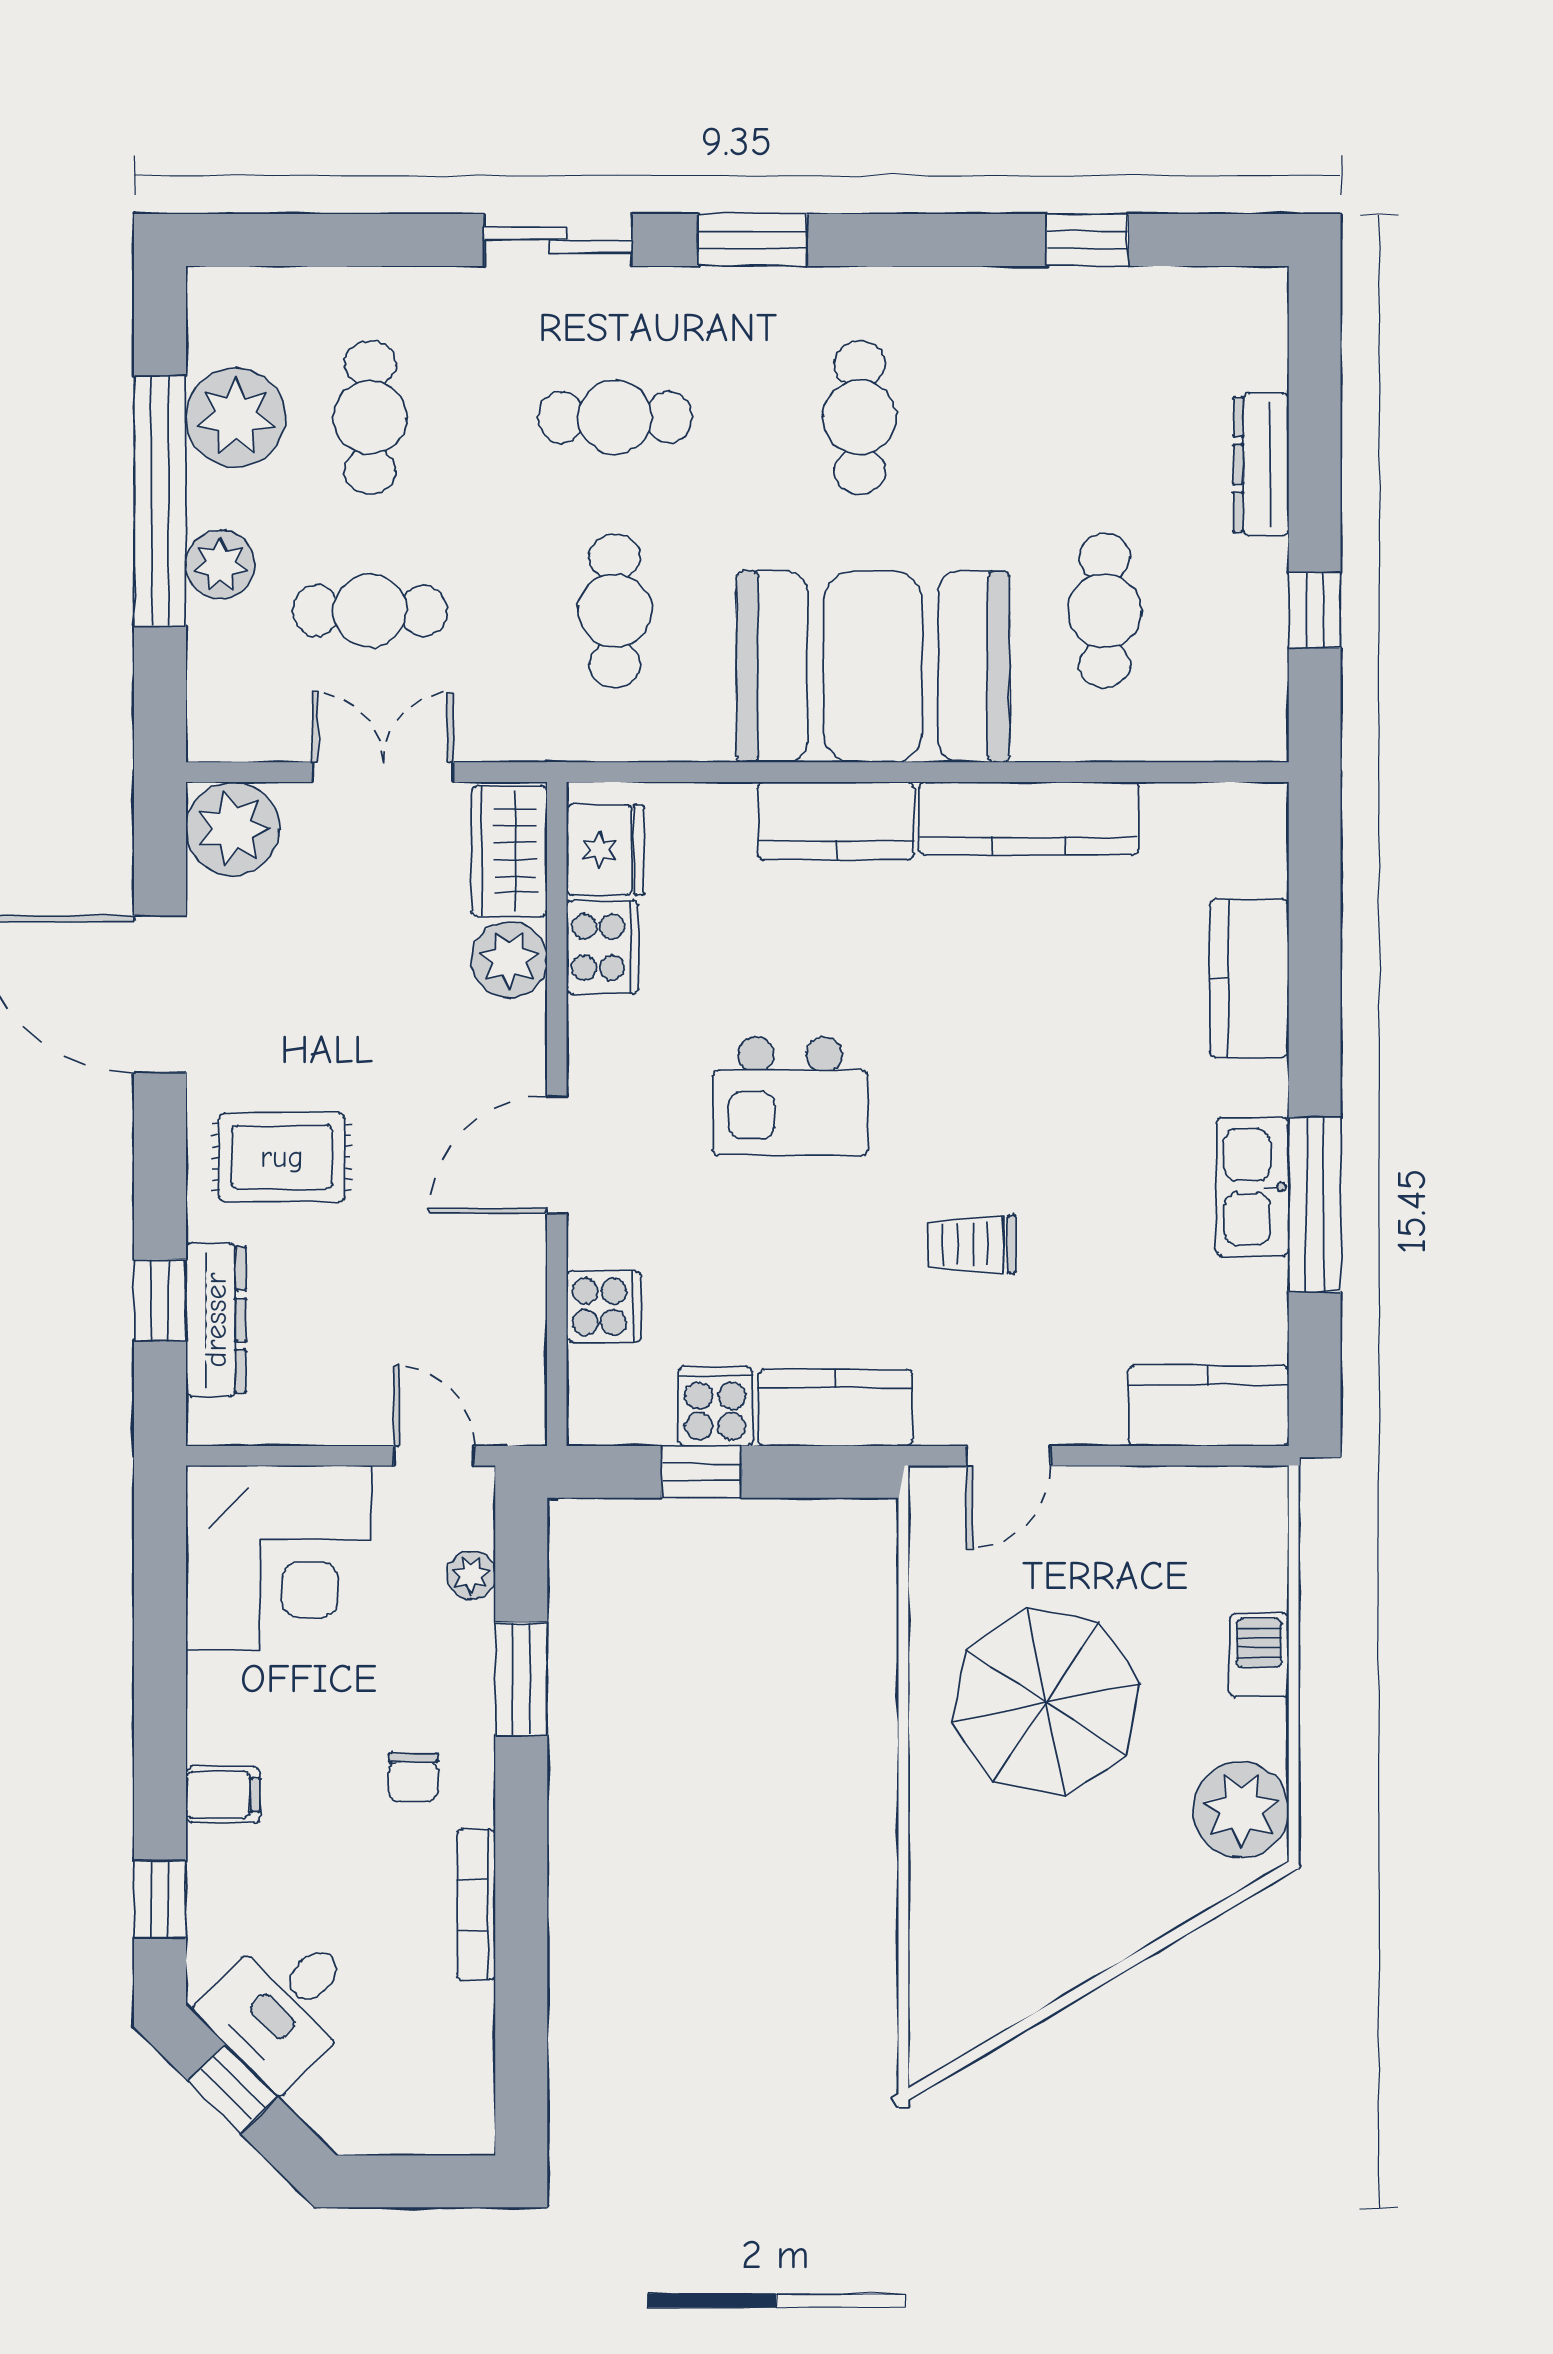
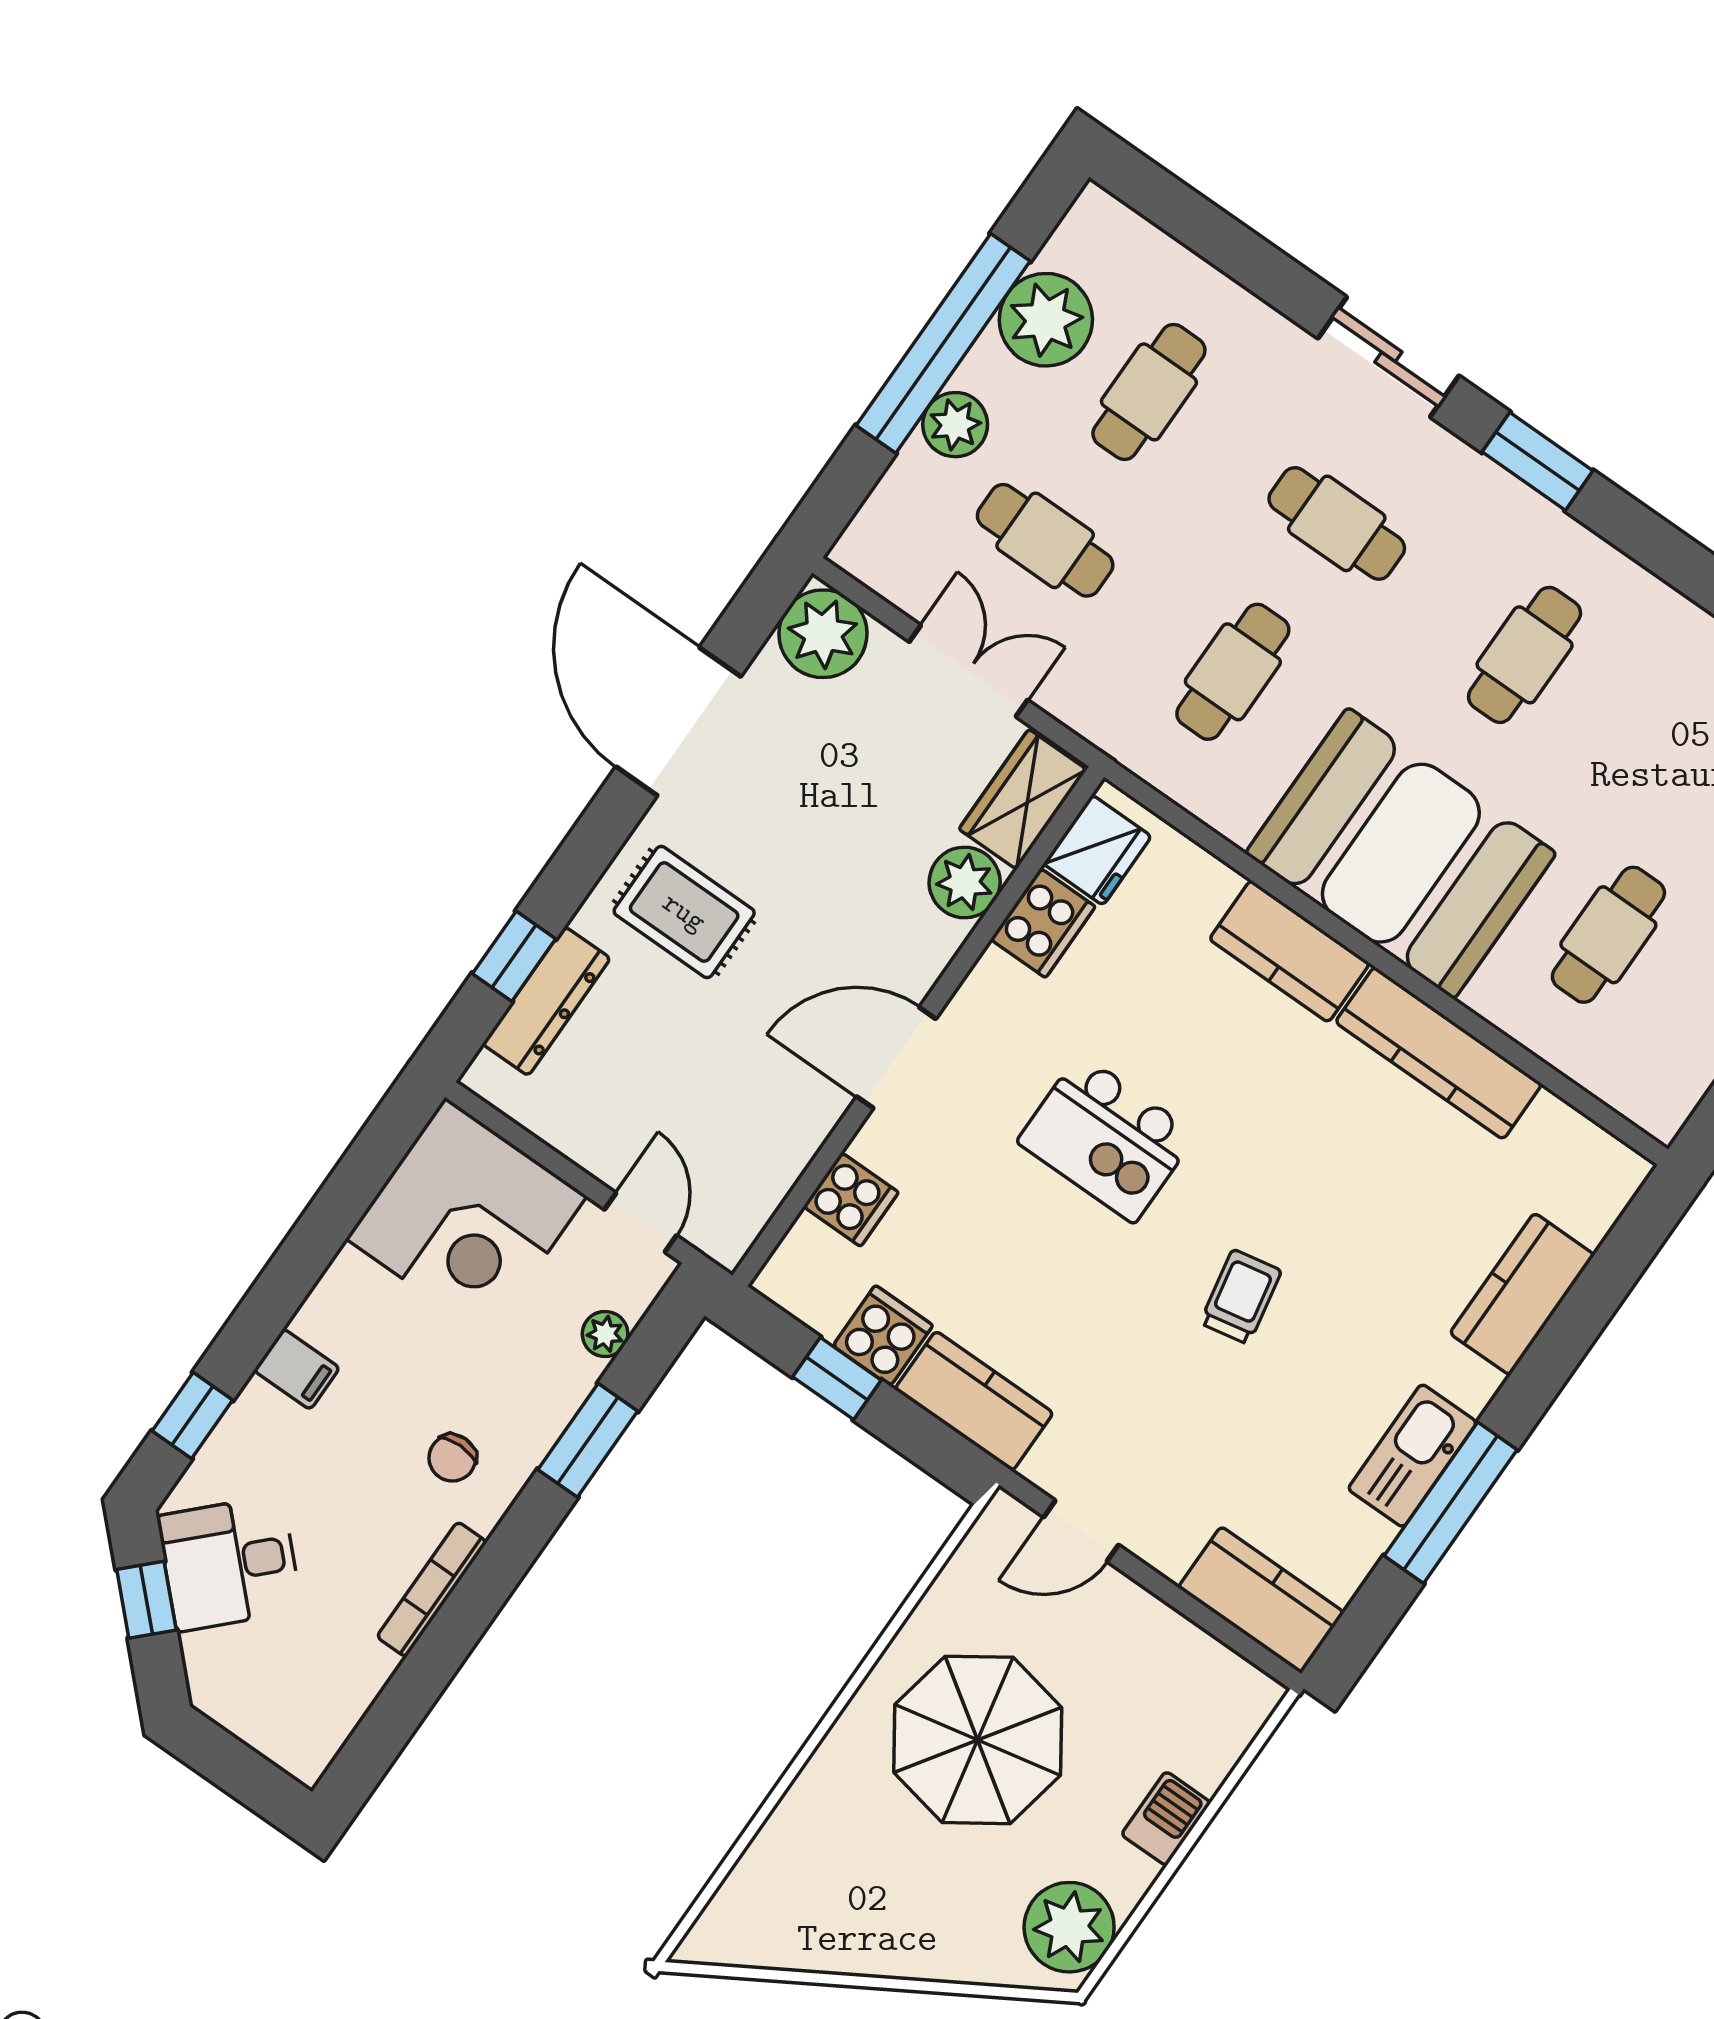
trolley: (972, 1244) -> (1241, 1297), moved, turned 79

